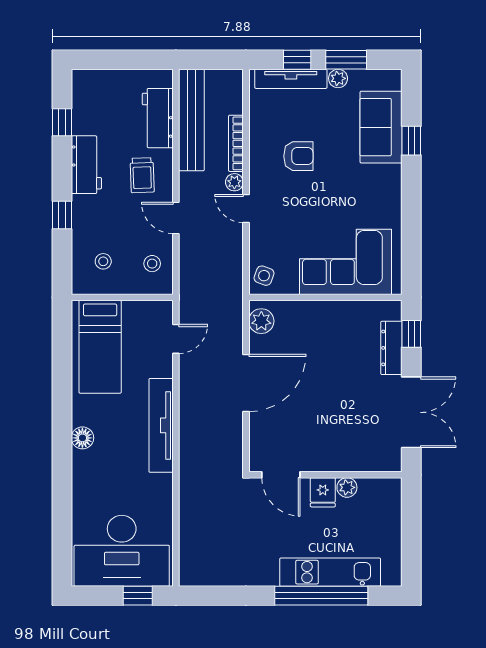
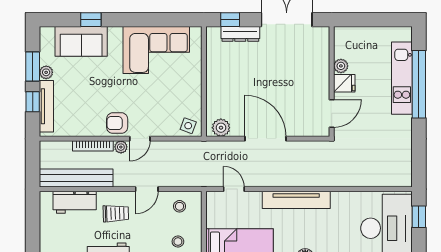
armchair: (298, 156) -> (117, 123), moved, turned -90
corner sofa: (345, 262) -> (156, 50), moved, turned -90

